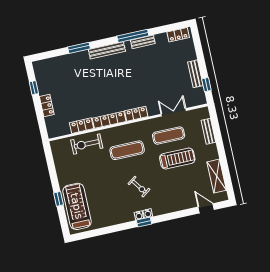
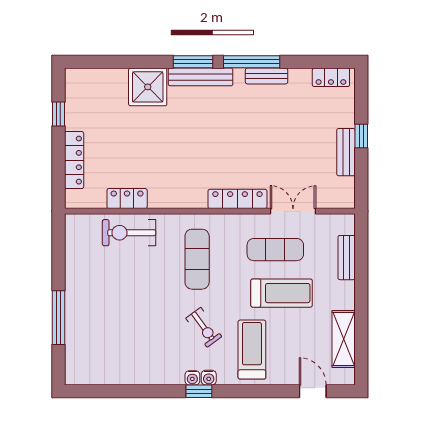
window: (79, 48) -> (193, 62), moved
shower: (79, 62) -> (148, 87), added
window: (206, 85) -> (361, 136), moved
locker: (47, 106) -> (74, 160), width x1.53
locker: (136, 114) -> (237, 199), width x1.53
locker: (109, 120) -> (178, 199), removed
exercise mat: (127, 150) -> (197, 259), turned 90
window: (58, 199) -> (58, 318), width x2.17
treadmill: (77, 206) -> (252, 350), moved, width x0.73, depth x0.73

